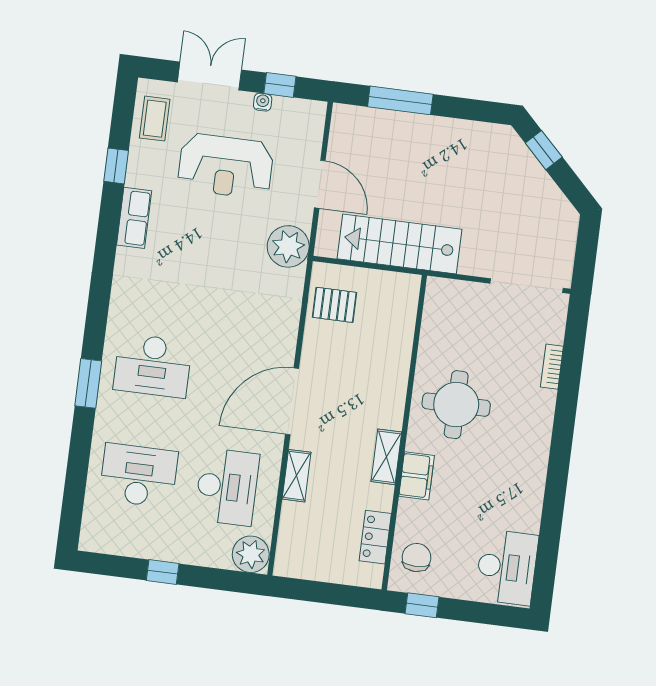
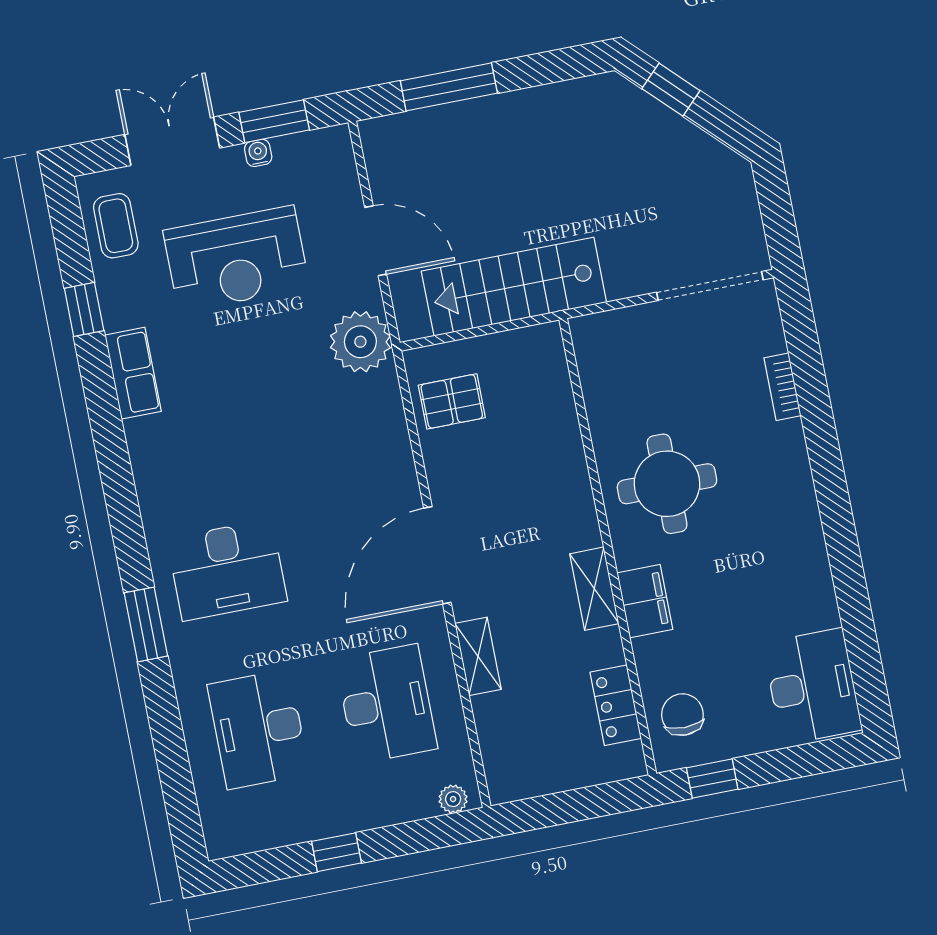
window: (280, 85) -> (274, 121), width x1.50
desk: (138, 476) -> (258, 729), turned -90
plant: (251, 554) -> (453, 799), width x0.53, depth x0.53

